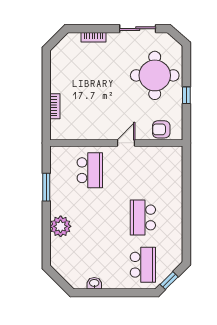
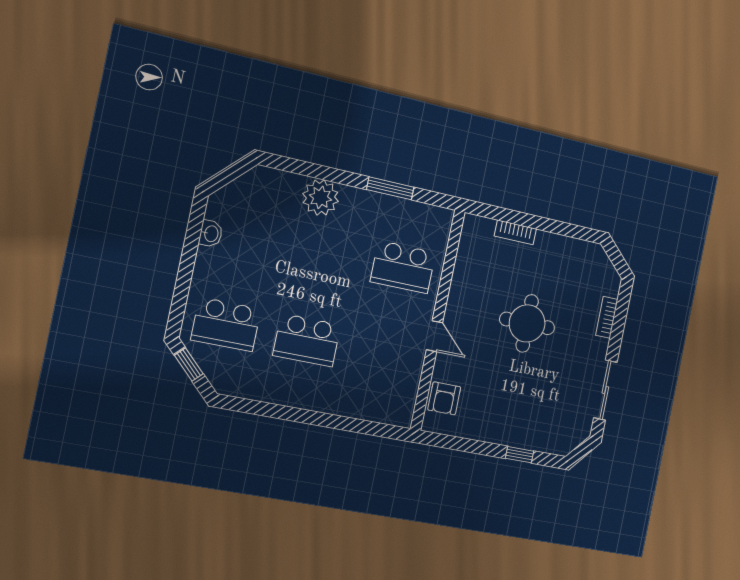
round table: (155, 75) -> (527, 323), moved, width x0.73, depth x0.73
window: (186, 95) -> (520, 455), moved
armchair: (161, 129) -> (444, 398), turned 180
school desk: (143, 217) -> (307, 340), turned 180

